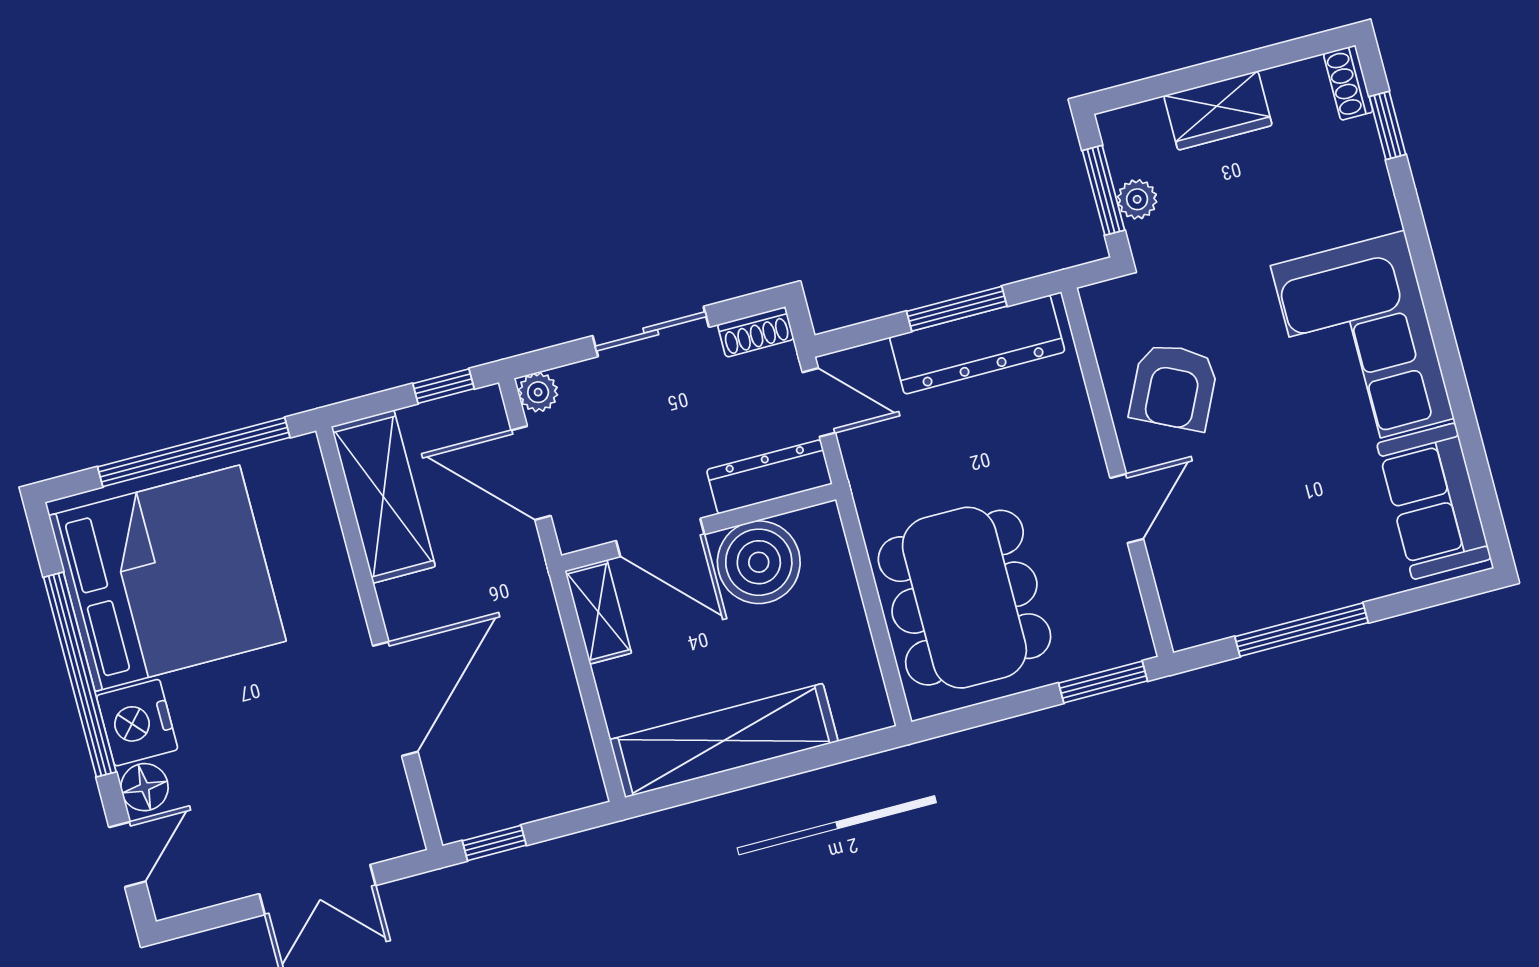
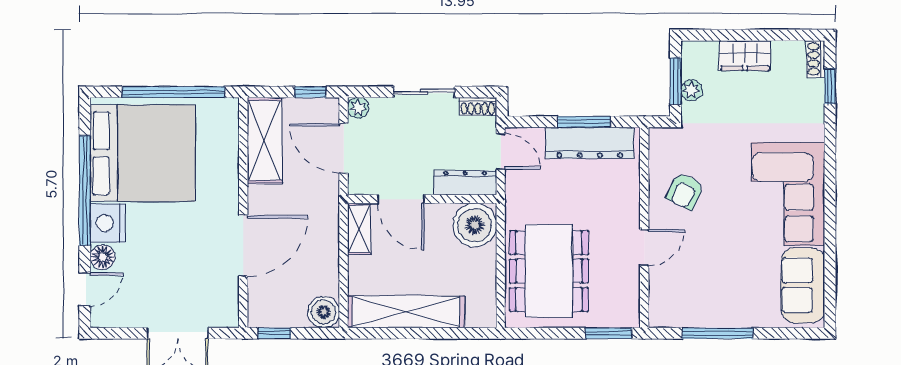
armchair: (1174, 387) -> (685, 191), width x0.72, depth x0.72
boiler: (759, 562) -> (475, 225), moved
boiler: (574, 781) -> (324, 312), added

